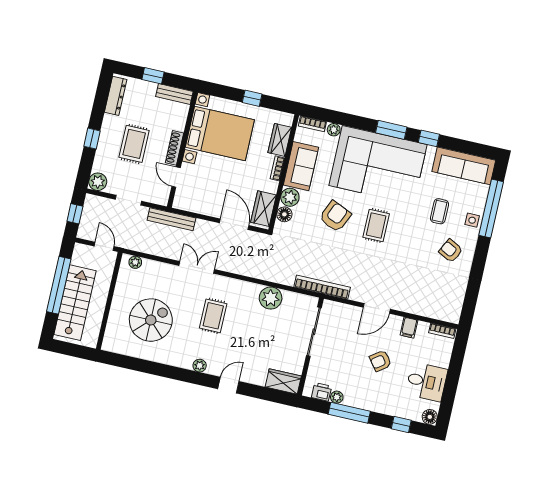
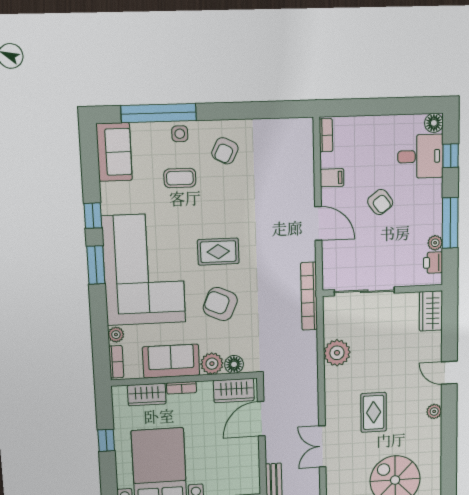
sofa: (464, 166) -> (114, 152), width x0.73
rug: (213, 316) -> (374, 412), turned 90
desk: (427, 382) -> (420, 156), moved, turned 90

